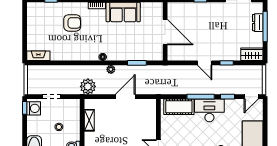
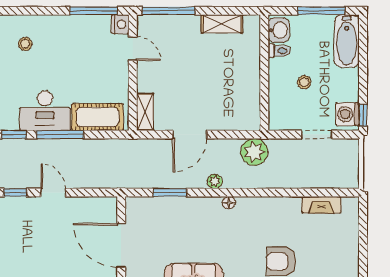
fireplace: (38, 56) -> (321, 205), moved
shelving: (89, 120) -> (145, 112), moved

